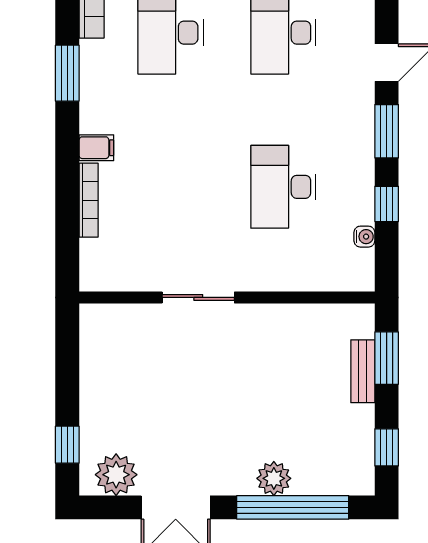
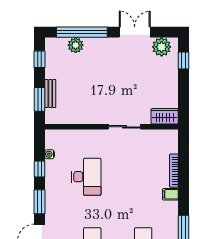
wardrobe: (109, 321) -> (165, 116), added
plant: (274, 478) -> (76, 45), moved

